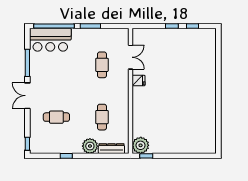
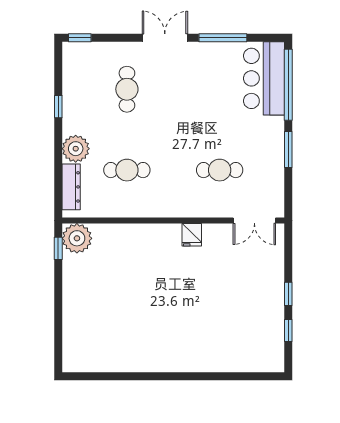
double door: (130, 57) -> (254, 221), moved

